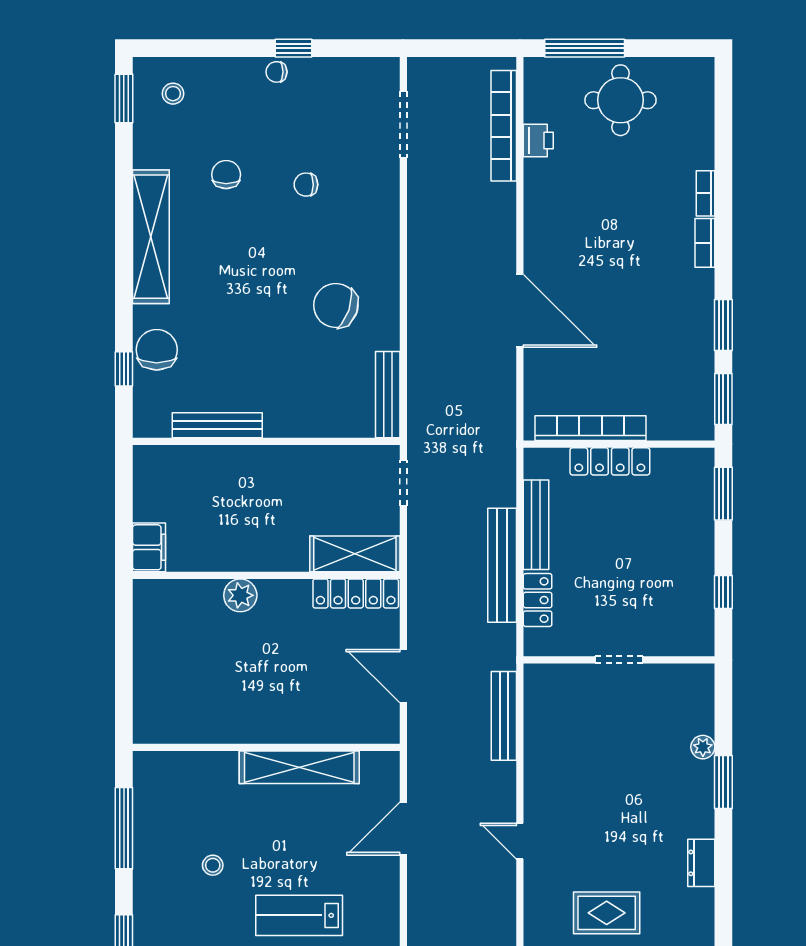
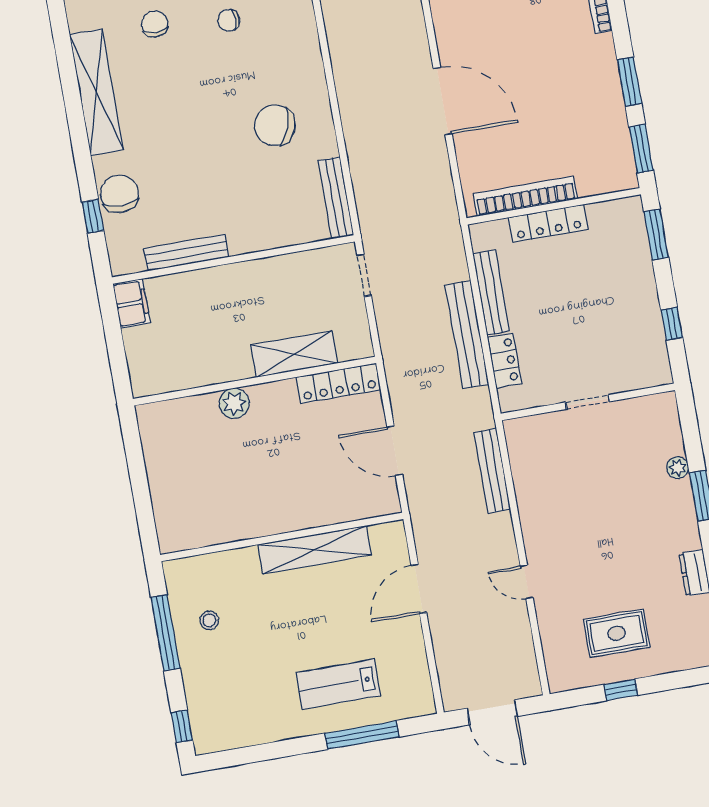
filing cabinet: (149, 547) -> (131, 303), moved
shelving: (355, 554) -> (294, 354), moved
stool: (213, 865) -> (209, 620), moved

